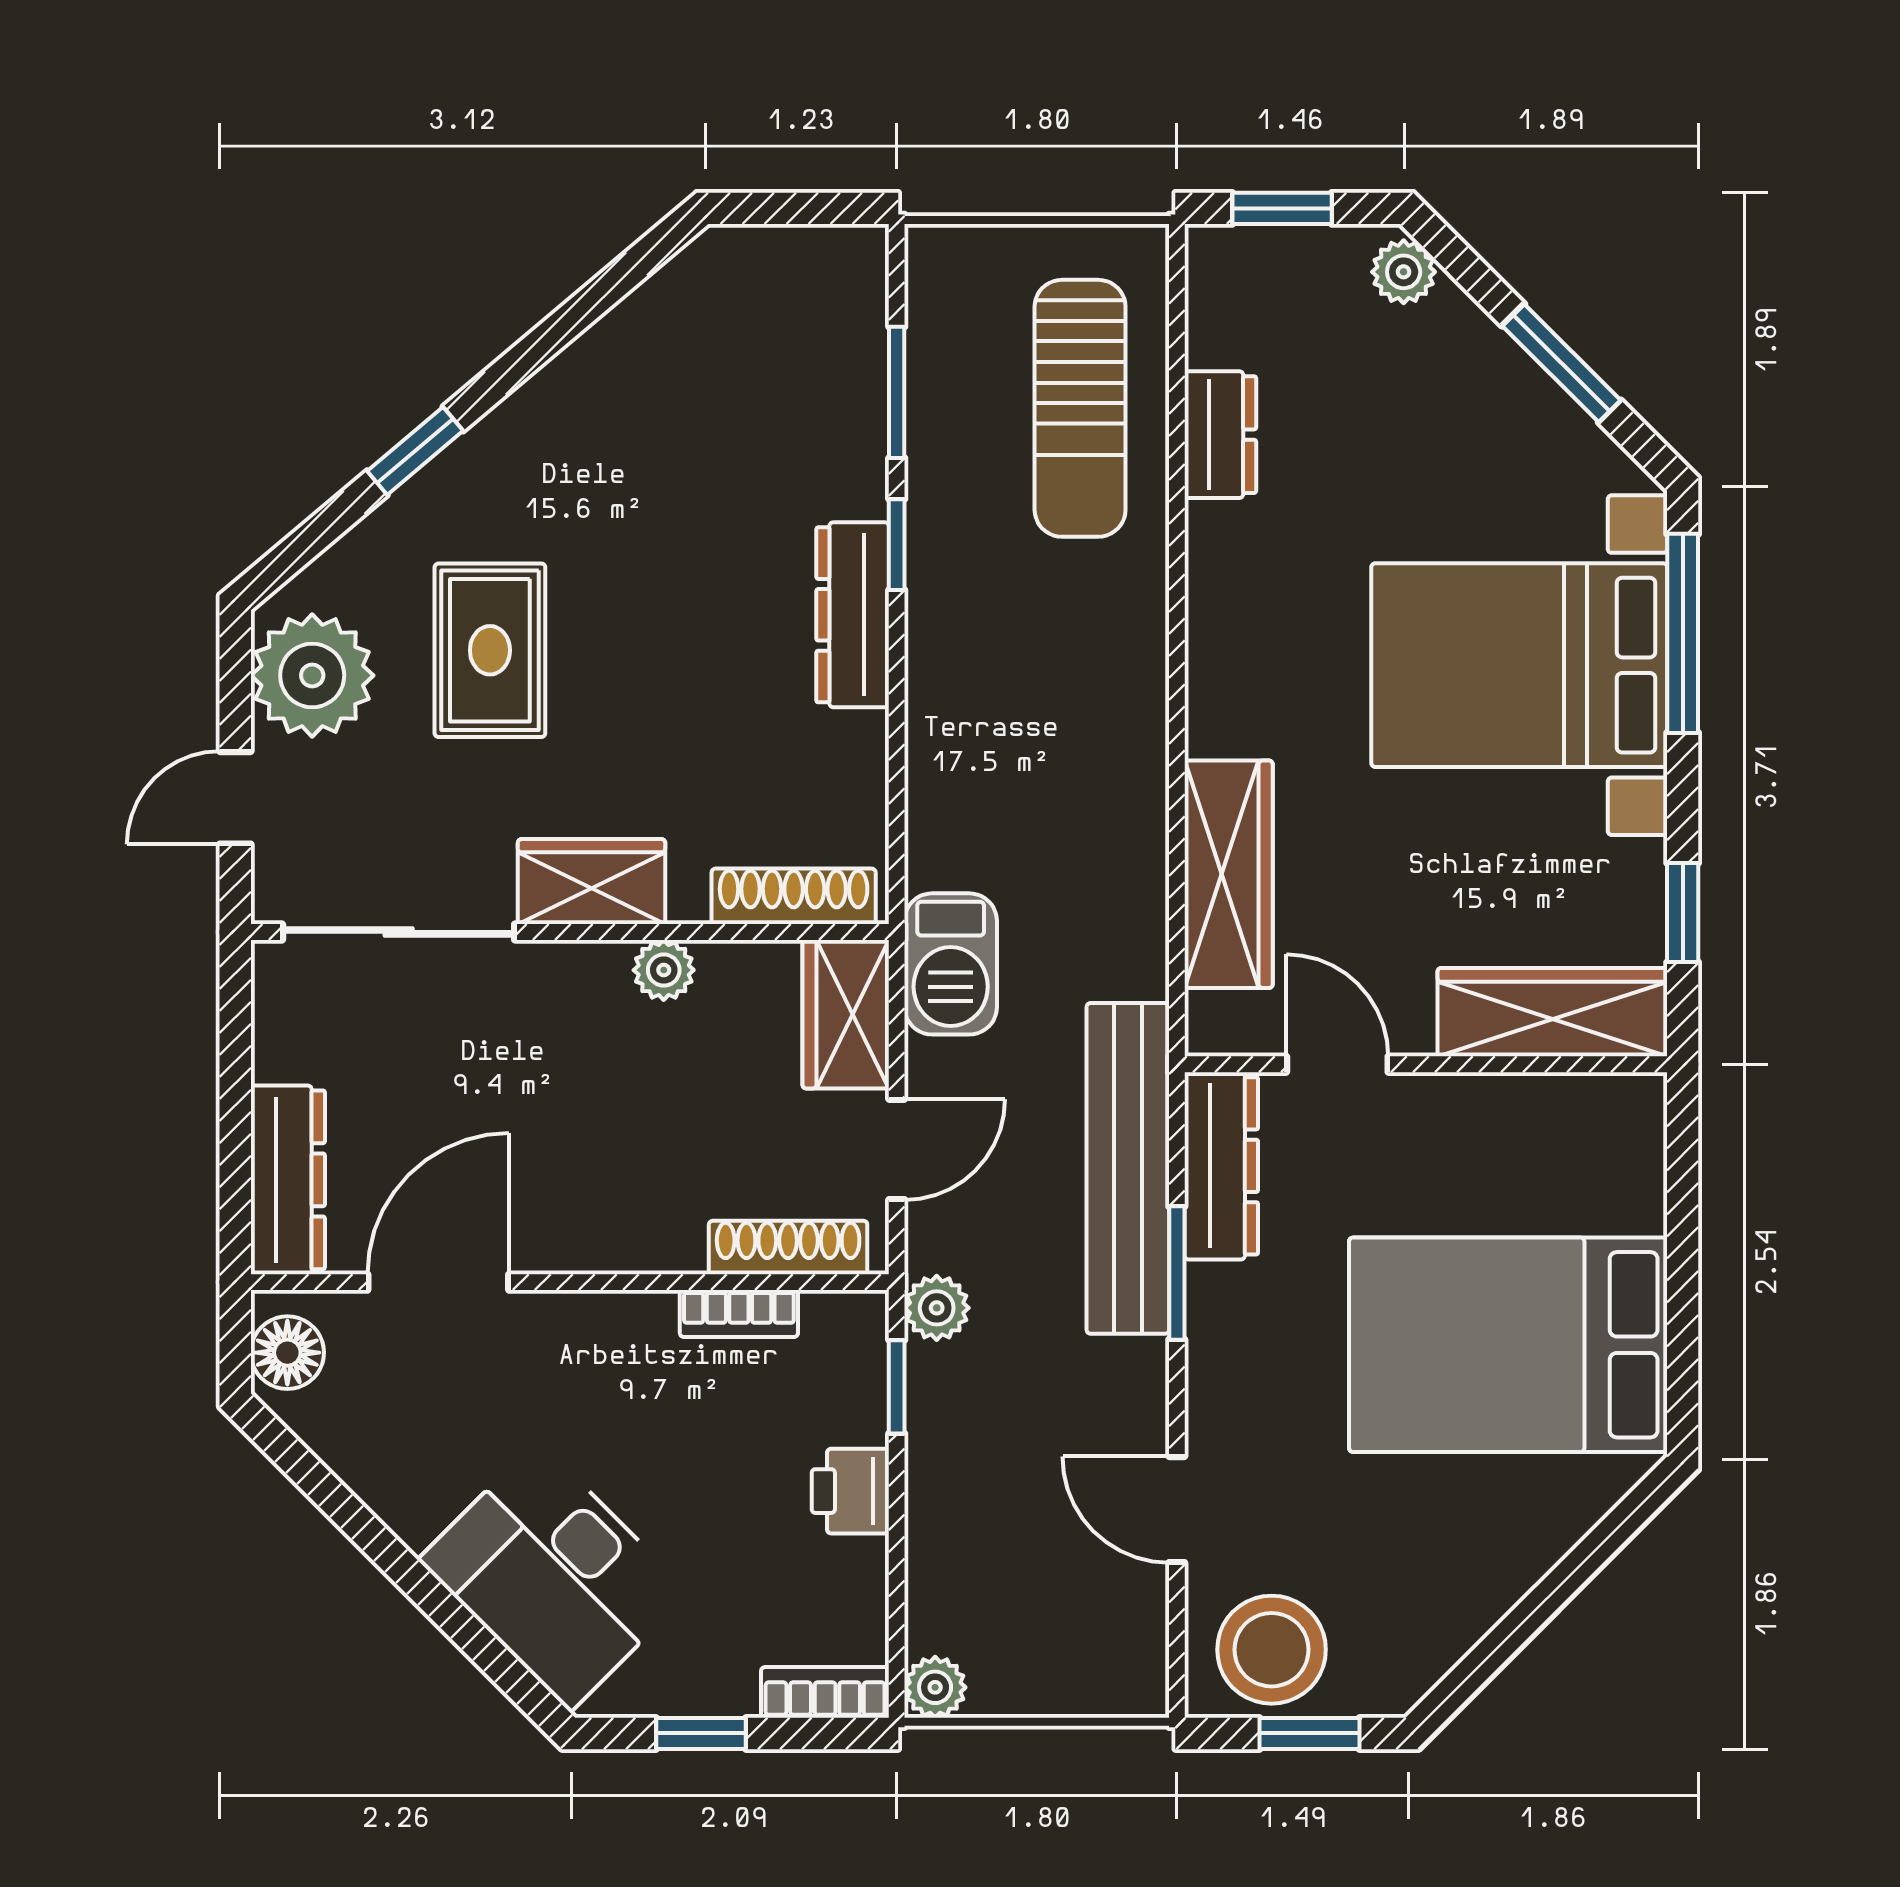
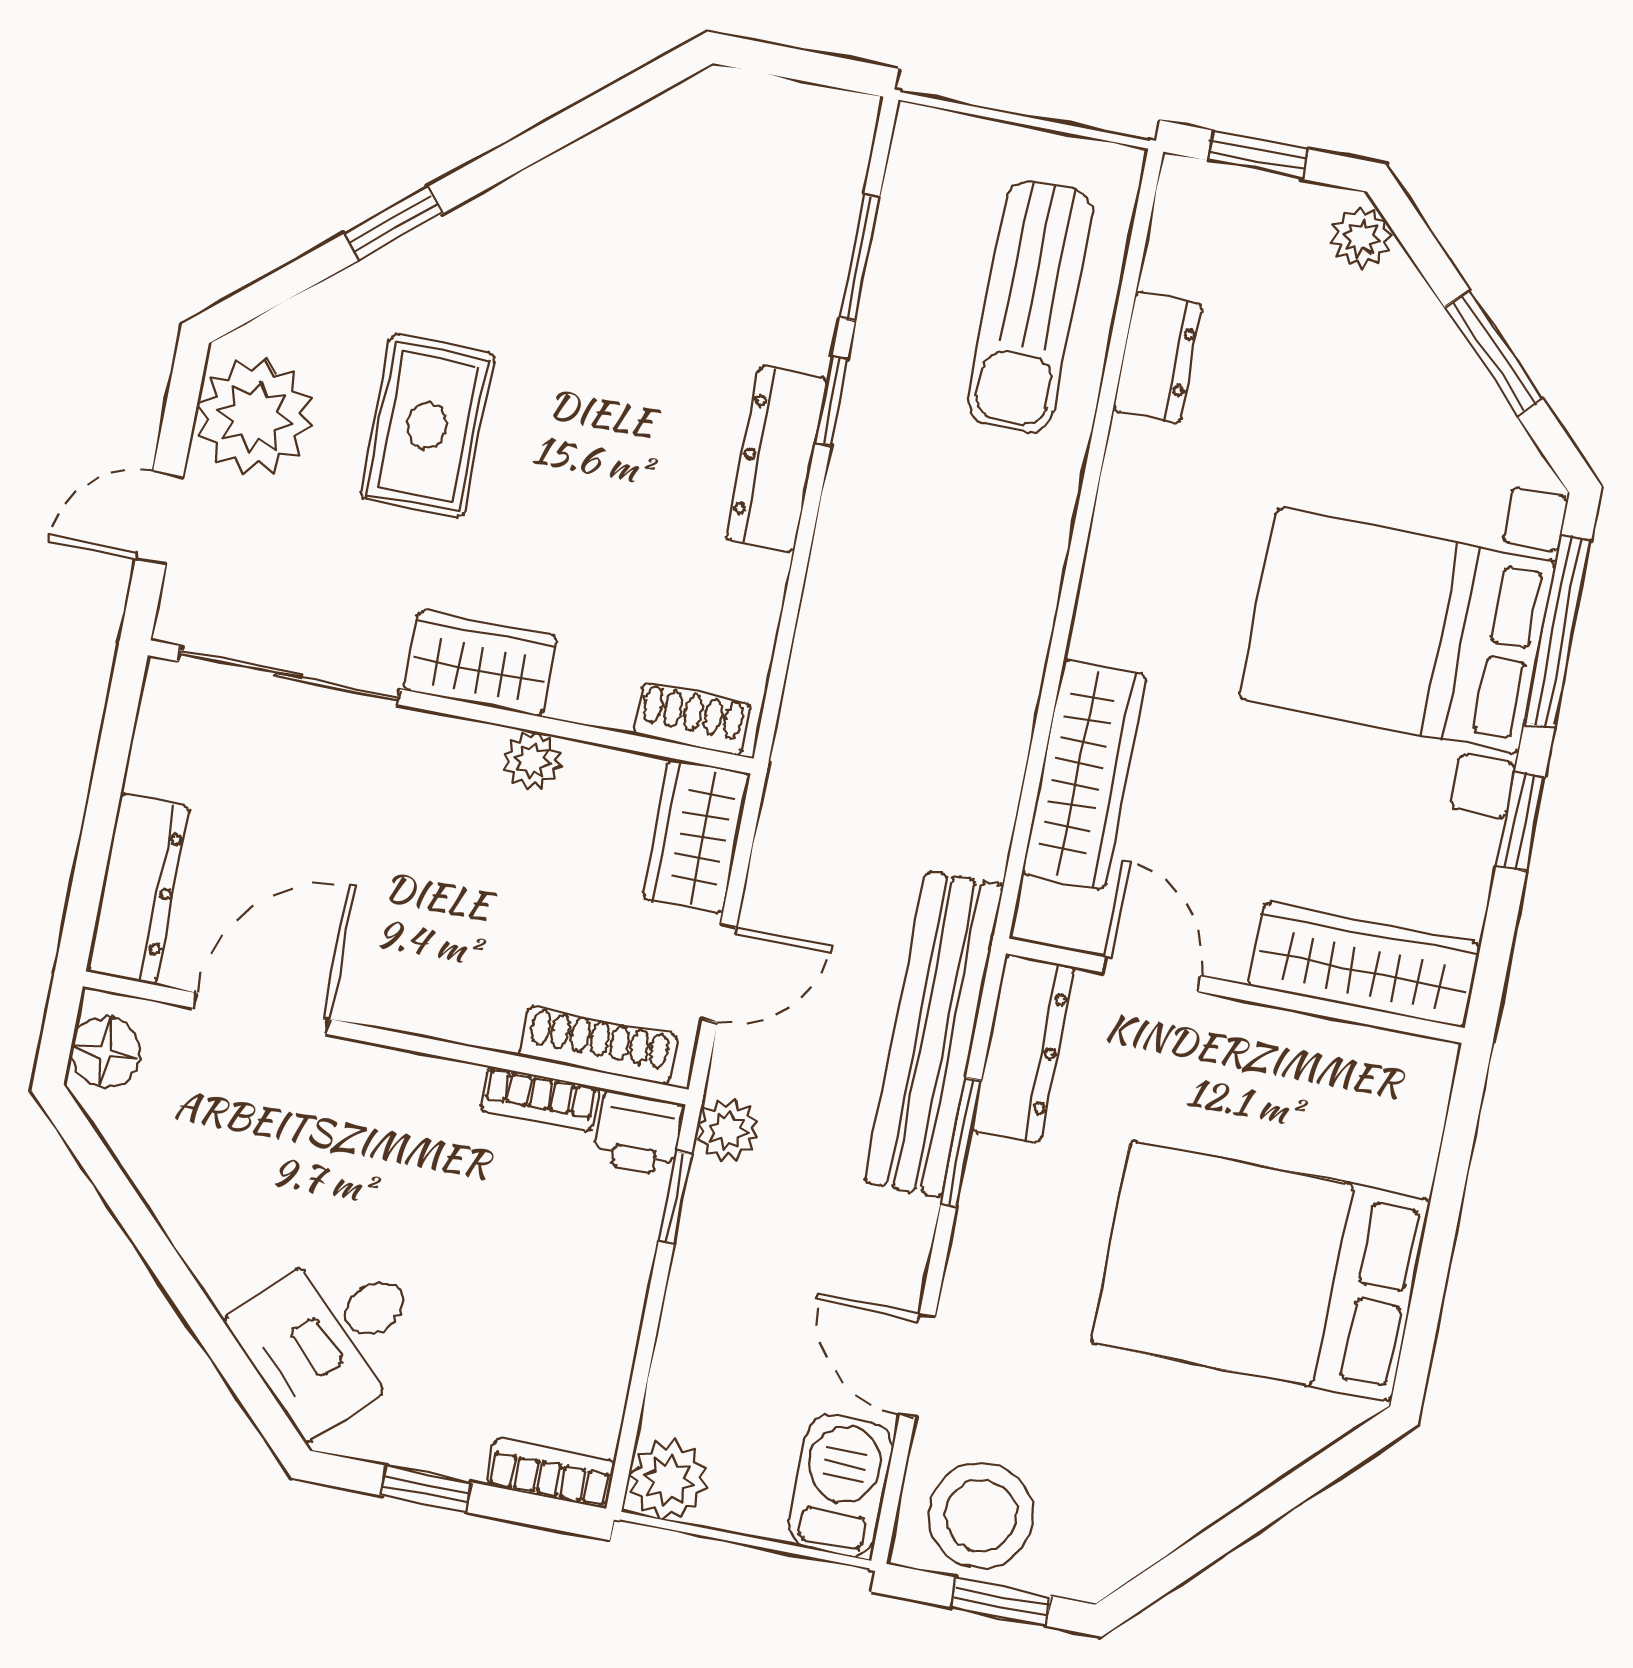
shoe rack: (794, 896) -> (692, 719), width x0.70
window: (1683, 913) -> (1521, 821), moved
barbecue: (951, 964) -> (841, 1486), moved, turned 180
printer: (850, 1491) -> (639, 1133), moved, turned -90
desk: (554, 1576) -> (332, 1336), width x0.73
plant: (935, 1687) -> (669, 1480), width x1.38, depth x1.38

